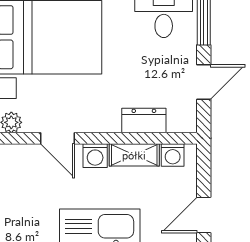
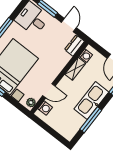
dresser: (144, 121) -> (75, 45), moved
washing machine: (95, 156) -> (45, 108), moved

